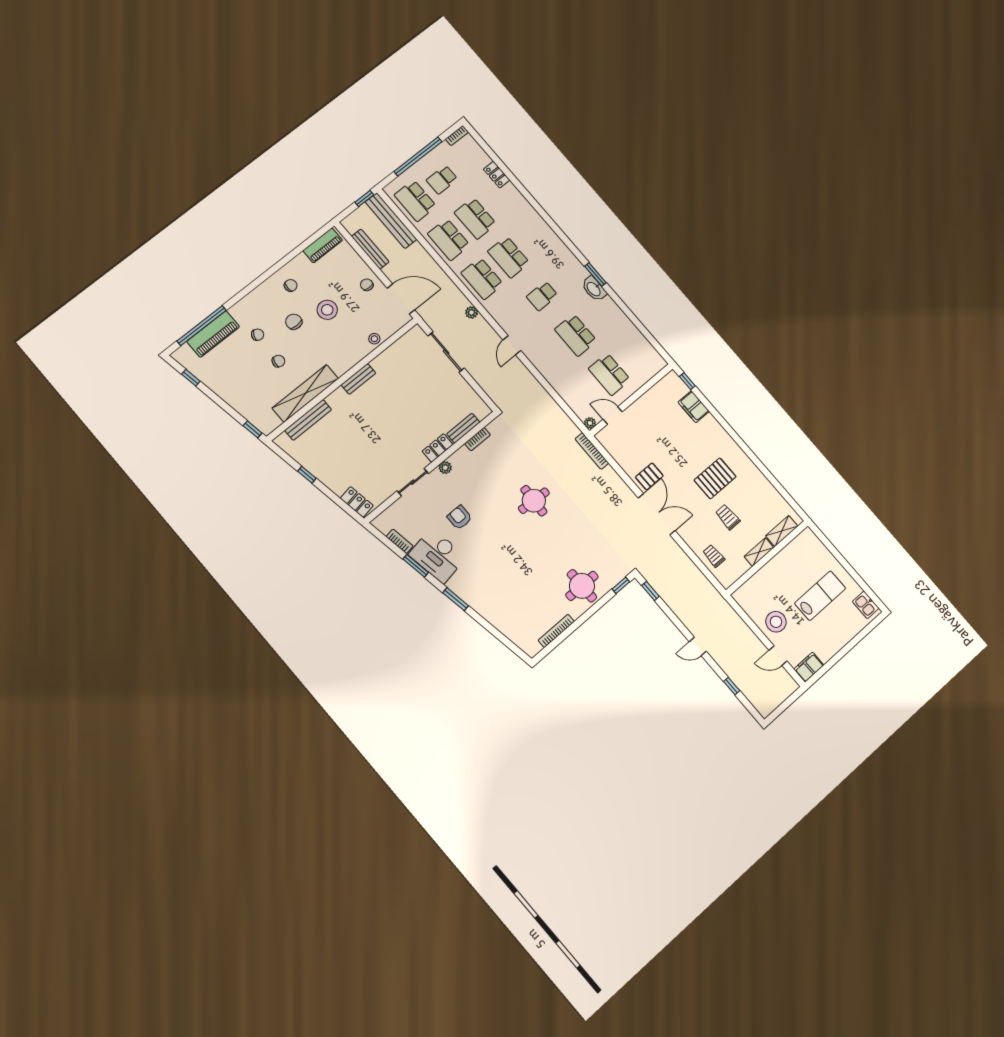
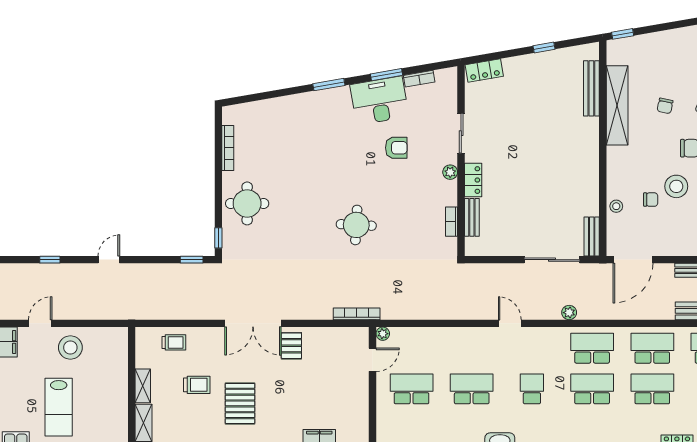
chair: (367, 285) -> (651, 200), moved
bench: (358, 379) -> (592, 236), moved

